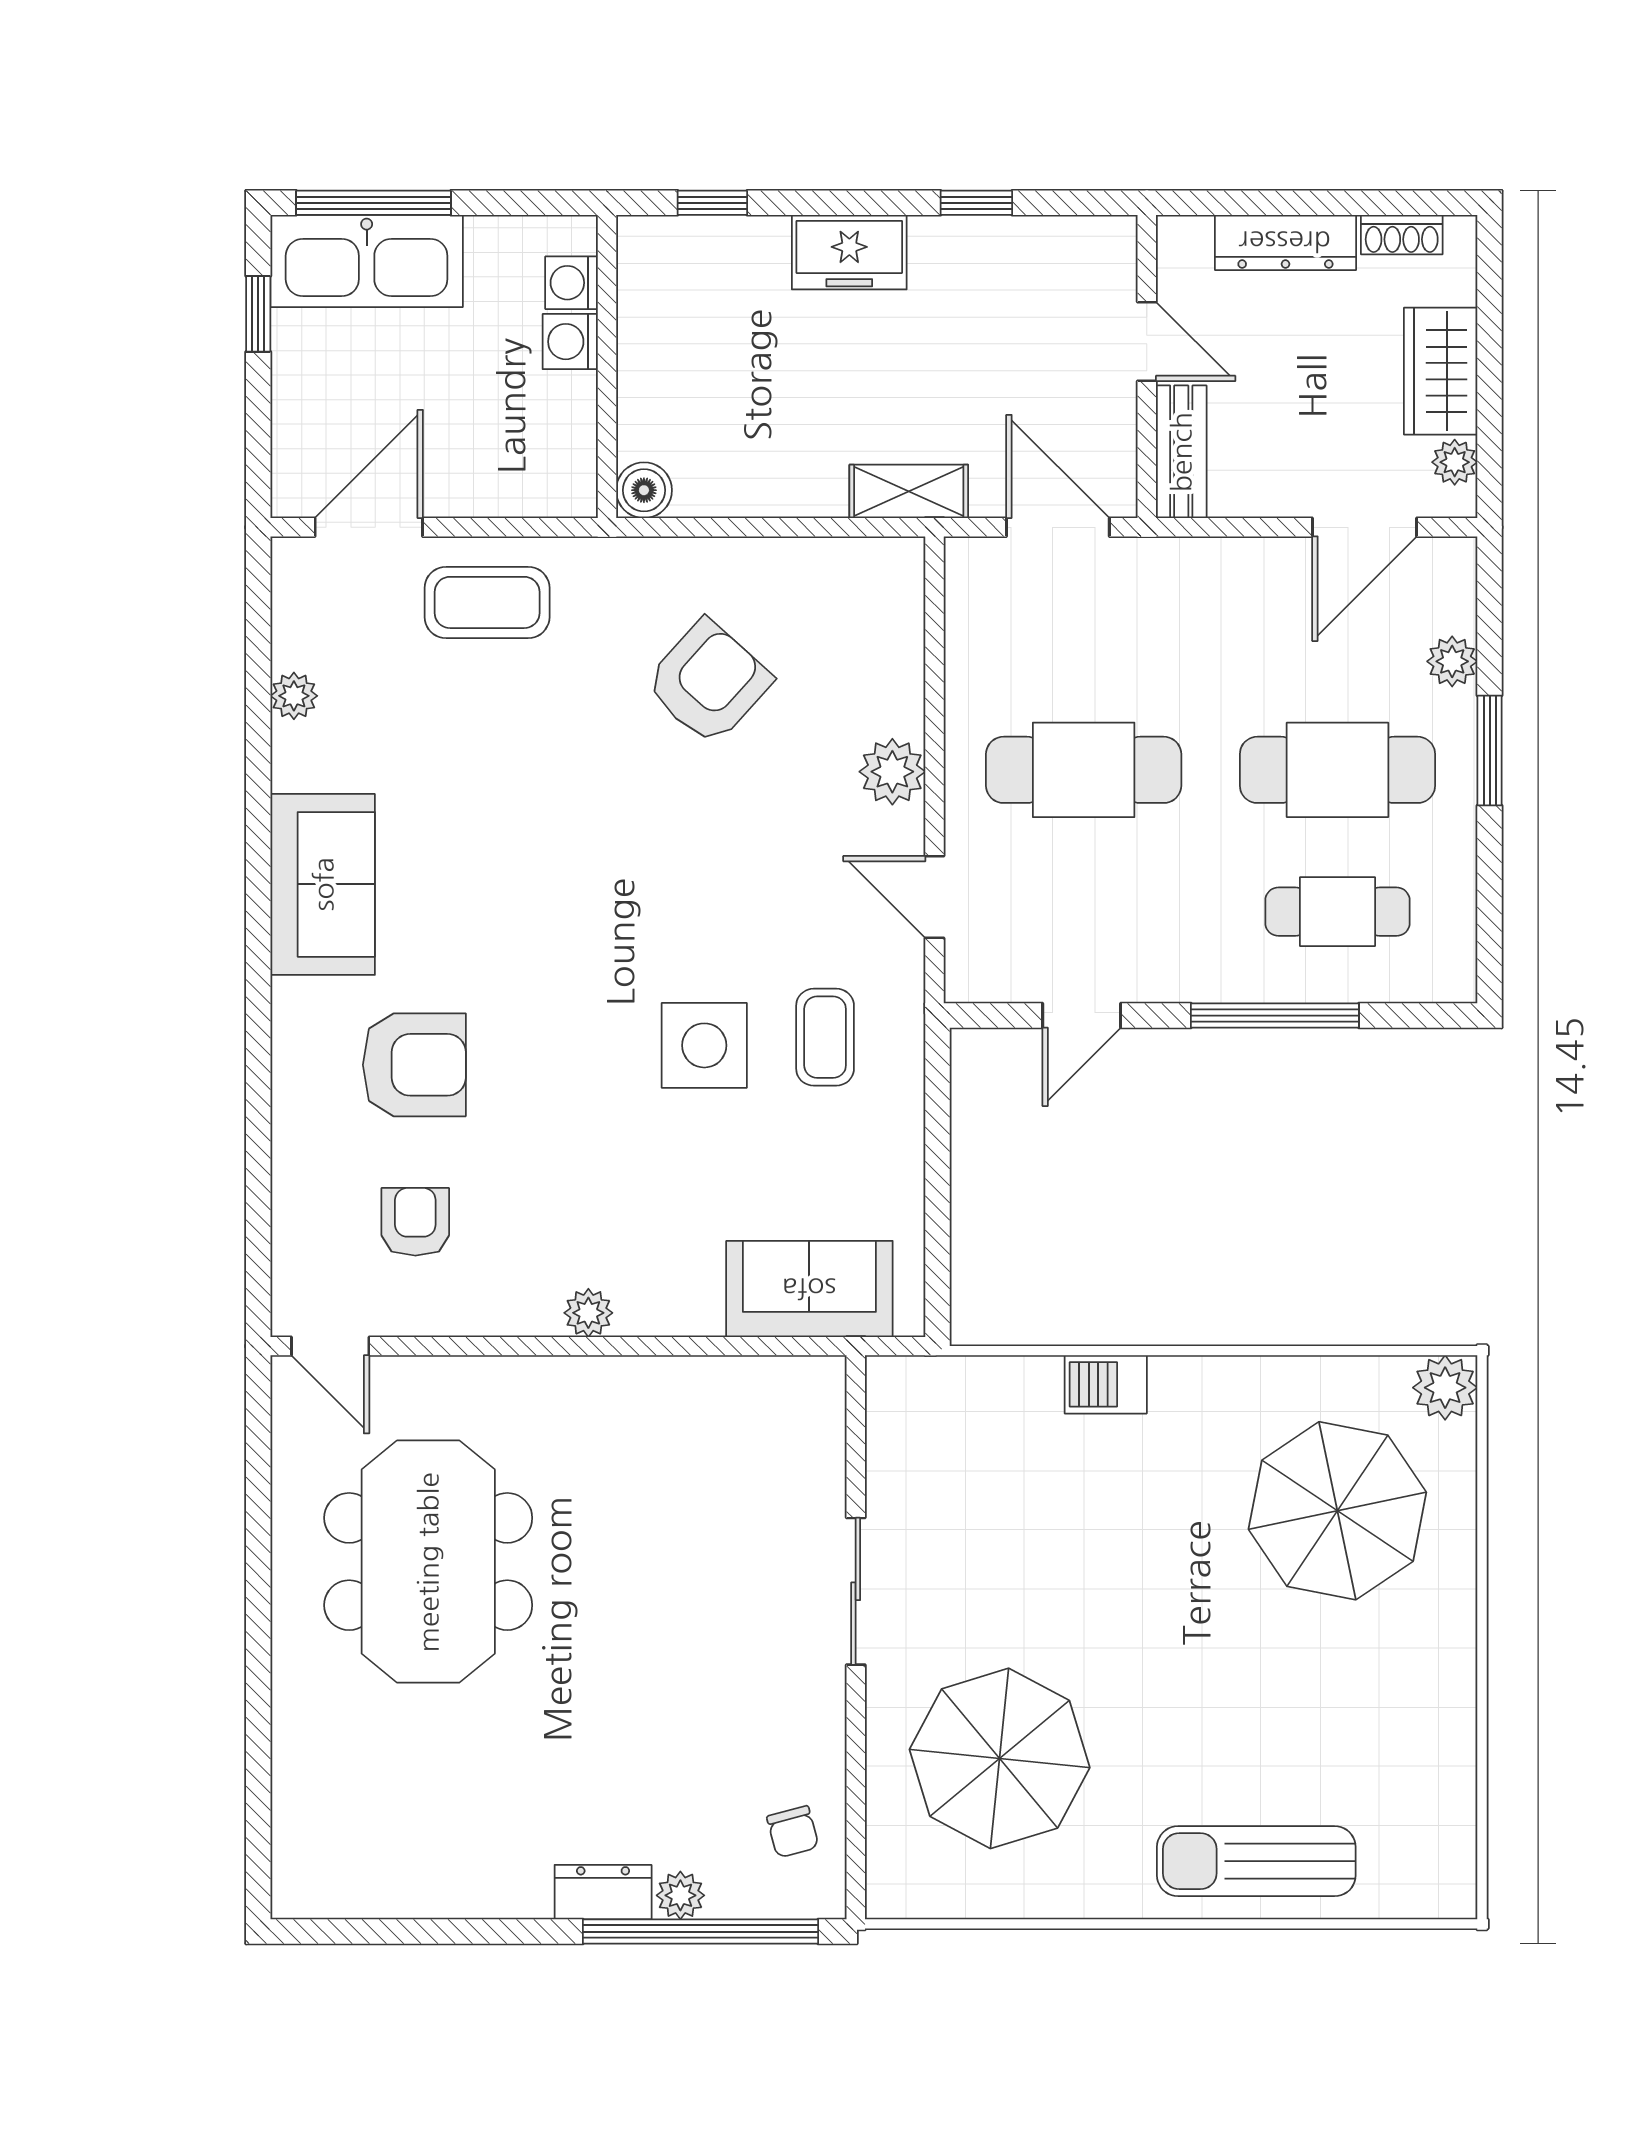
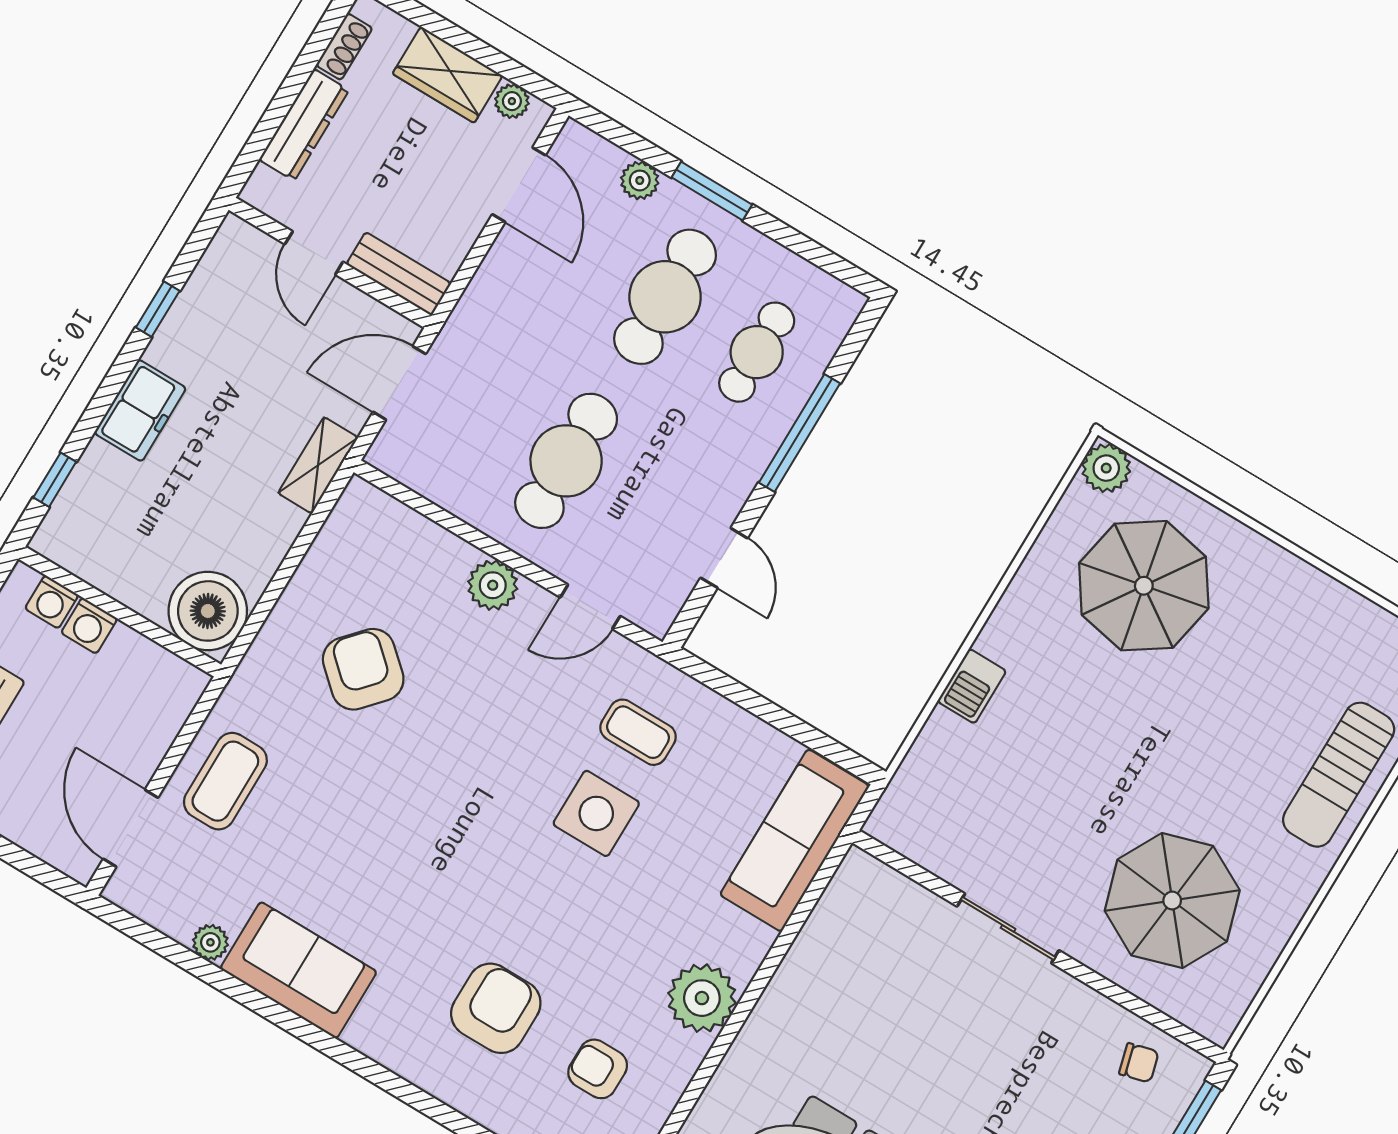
door: (1147, 341) -> (314, 253), swing flipped
boiler: (644, 490) -> (208, 611), width x1.86, depth x1.86
sofa: (323, 884) -> (298, 970), moved
sofa: (809, 1289) -> (795, 840), width x1.36
plant: (588, 1313) -> (702, 998), width x1.88, depth x1.88

